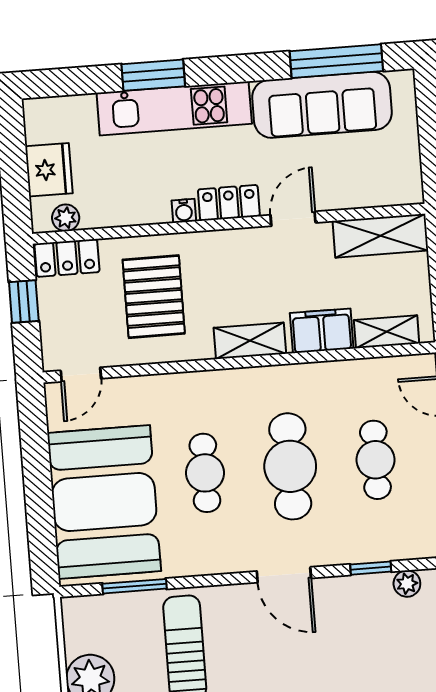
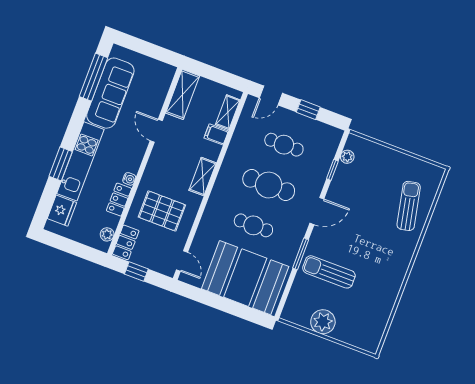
fridge: (49, 170) -> (62, 211), moved, turned 90
locker: (229, 203) -> (119, 200), moved
filing cabinet: (322, 331) -> (216, 134), width x0.50
window: (134, 586) -> (301, 254), moved

